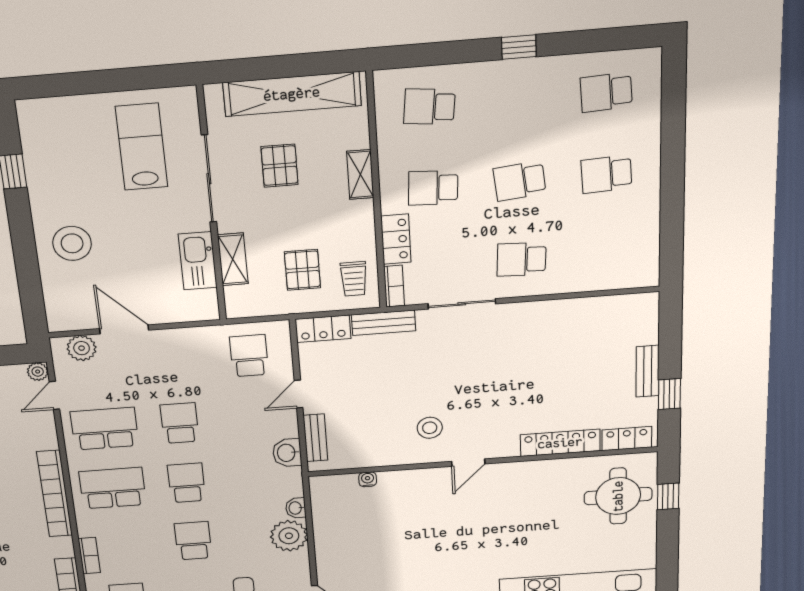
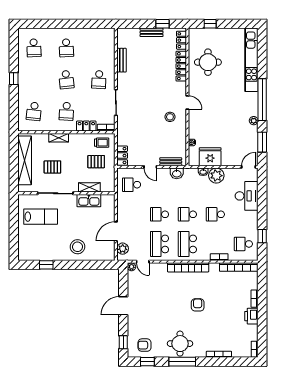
lab bench: (142, 147) -> (41, 217), turned 180
bench: (384, 323) -> (121, 60), moved
round table: (618, 496) -> (208, 62), moved
fridge: (334, 520) -> (210, 157), added

